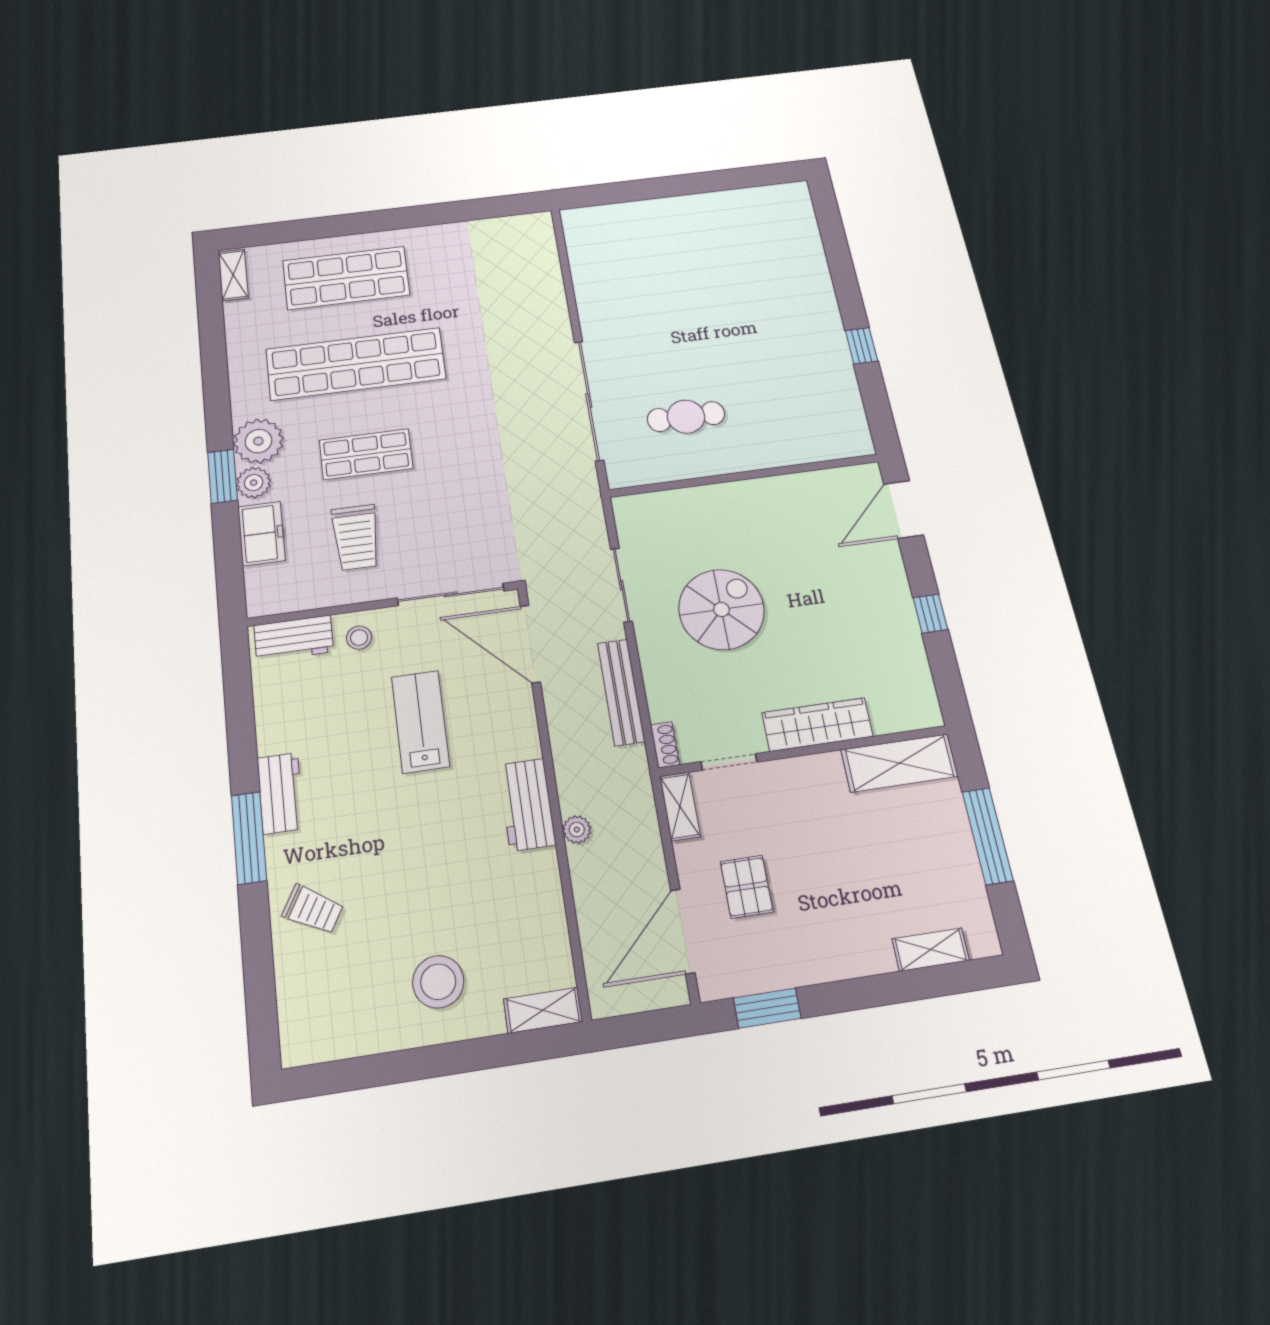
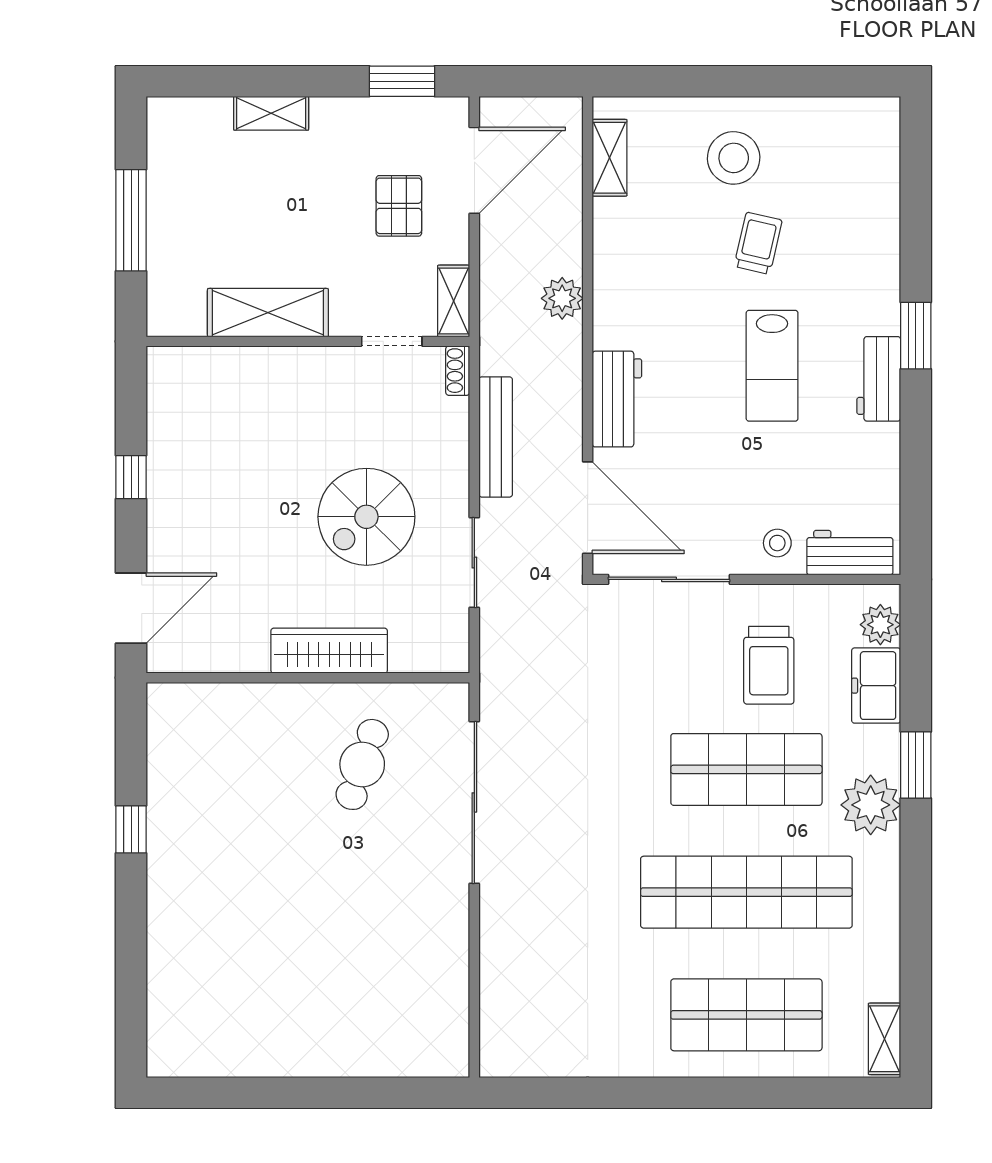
cafe table: (686, 417) -> (362, 764), turned -71
shop shelf: (366, 454) -> (746, 769), width x1.43, depth x1.36
plant: (254, 483) -> (880, 625), moved
trolley: (356, 537) -> (769, 665), turned 180
lab bench: (420, 721) -> (772, 366), moved
wardrobe: (817, 725) -> (329, 651), moved, turned 180
shelving: (899, 763) -> (268, 313), moved
workbench: (527, 805) -> (617, 399), moved
plant: (577, 830) -> (562, 298), width x1.38, depth x1.38
window: (249, 838) -> (916, 336), width x0.69
trolley: (313, 909) -> (758, 243), moved, turned 73
shelving: (931, 950) -> (271, 113), moved
shelving: (543, 1010) -> (610, 158), moved, turned 90

